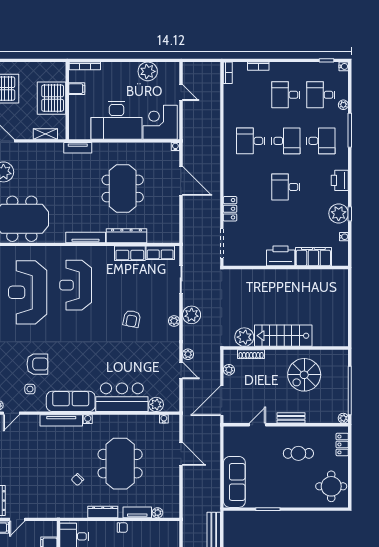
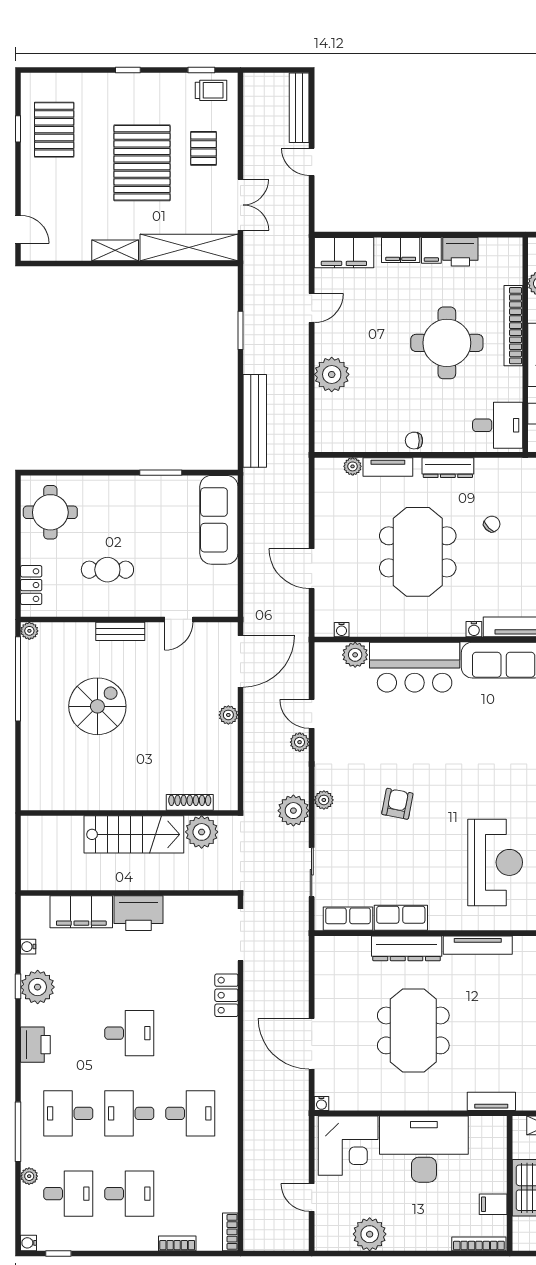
stairs: (283, 336) -> (134, 834), moved
plant: (244, 337) -> (202, 832), moved
wall: (286, 348) -> (129, 813), moved
shoe rack: (251, 354) -> (190, 802), moved

